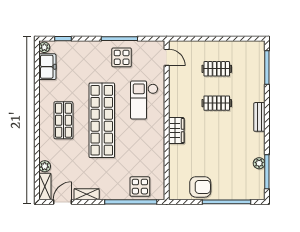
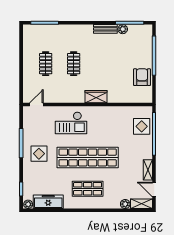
display table: (122, 57) -> (39, 154), moved
freezer: (47, 67) -> (48, 202), width x1.40
bench: (259, 117) -> (105, 29), moved

